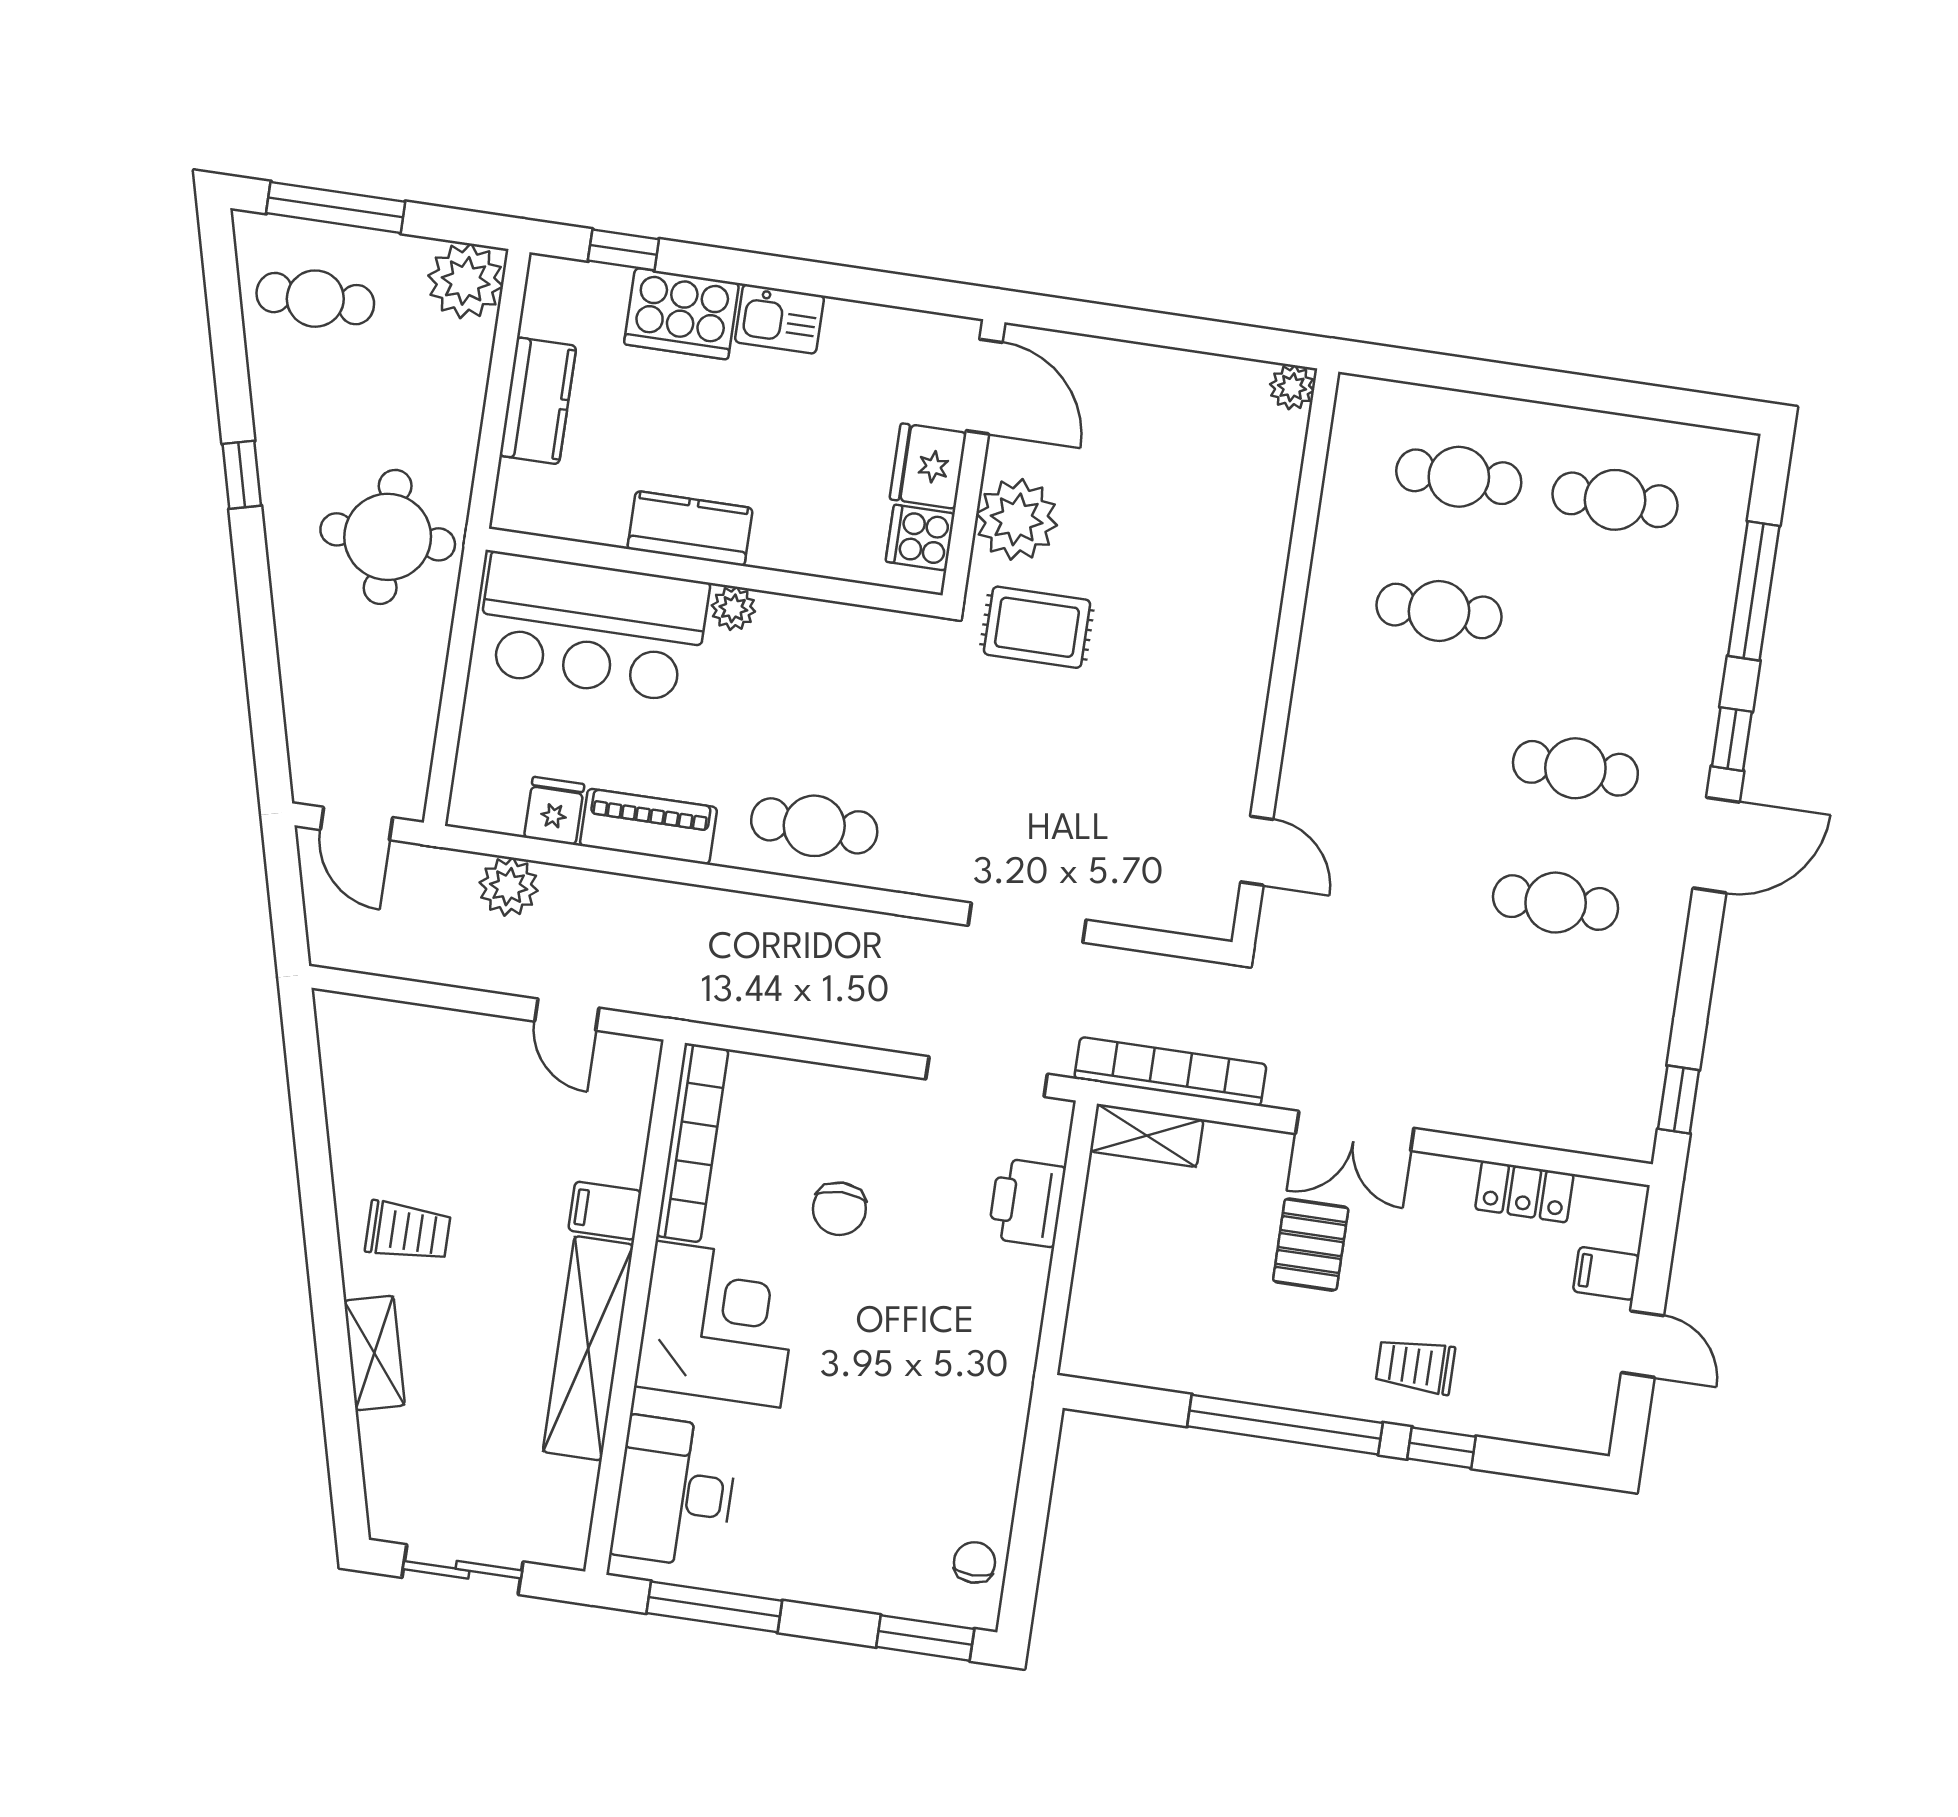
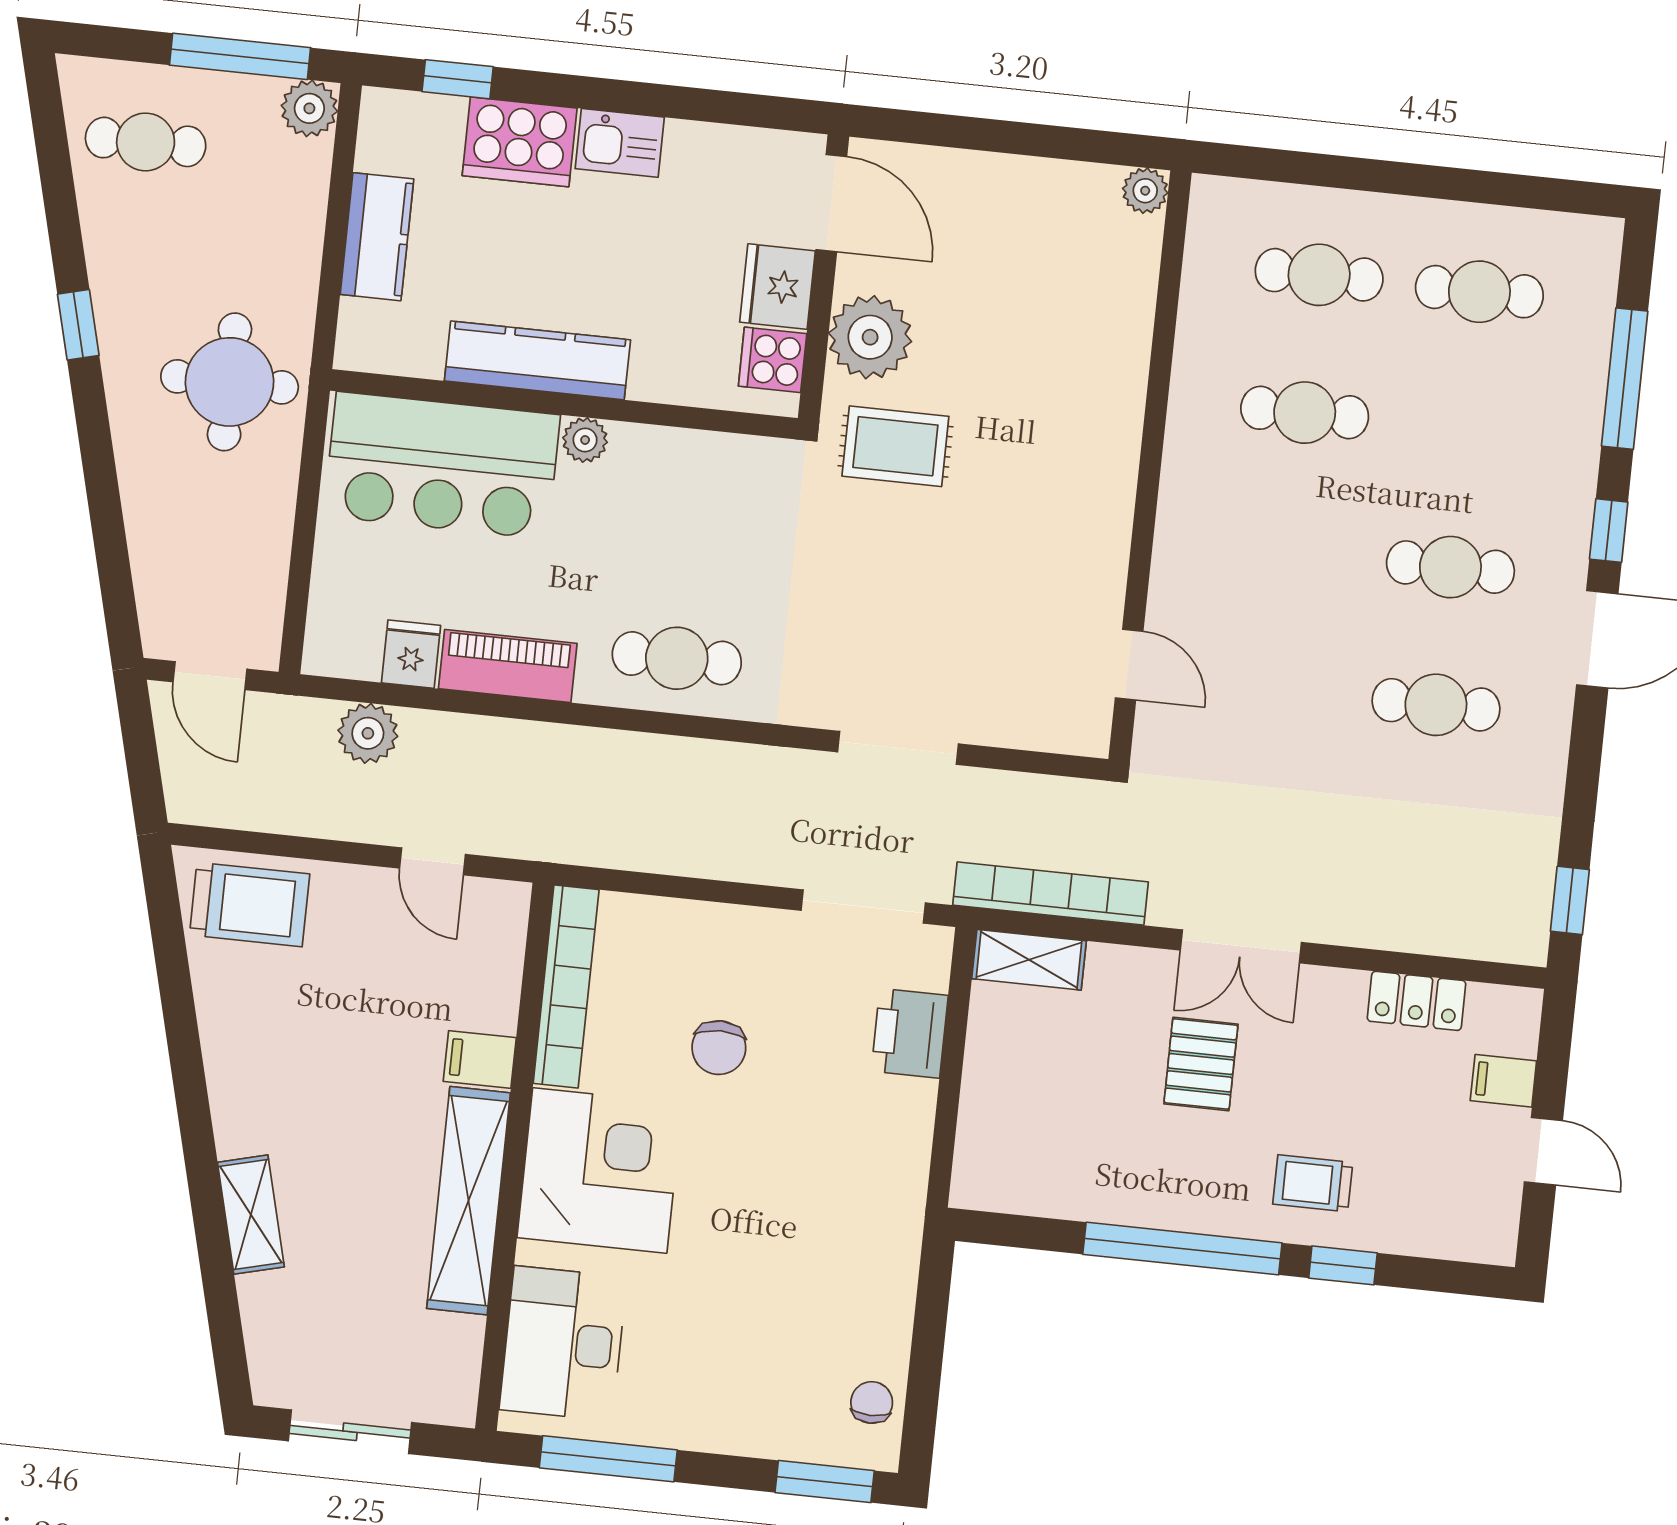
window: (336, 207) -> (240, 56), moved
plant: (466, 281) -> (309, 108), width x0.73, depth x0.73
kitchen counter: (690, 528) -> (537, 360), width x1.50
trolley: (408, 1231) -> (250, 905), moved, width x1.36, depth x1.39

